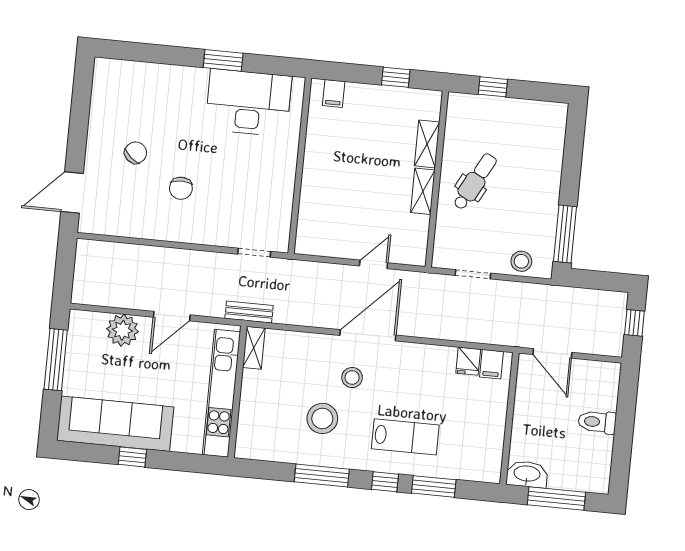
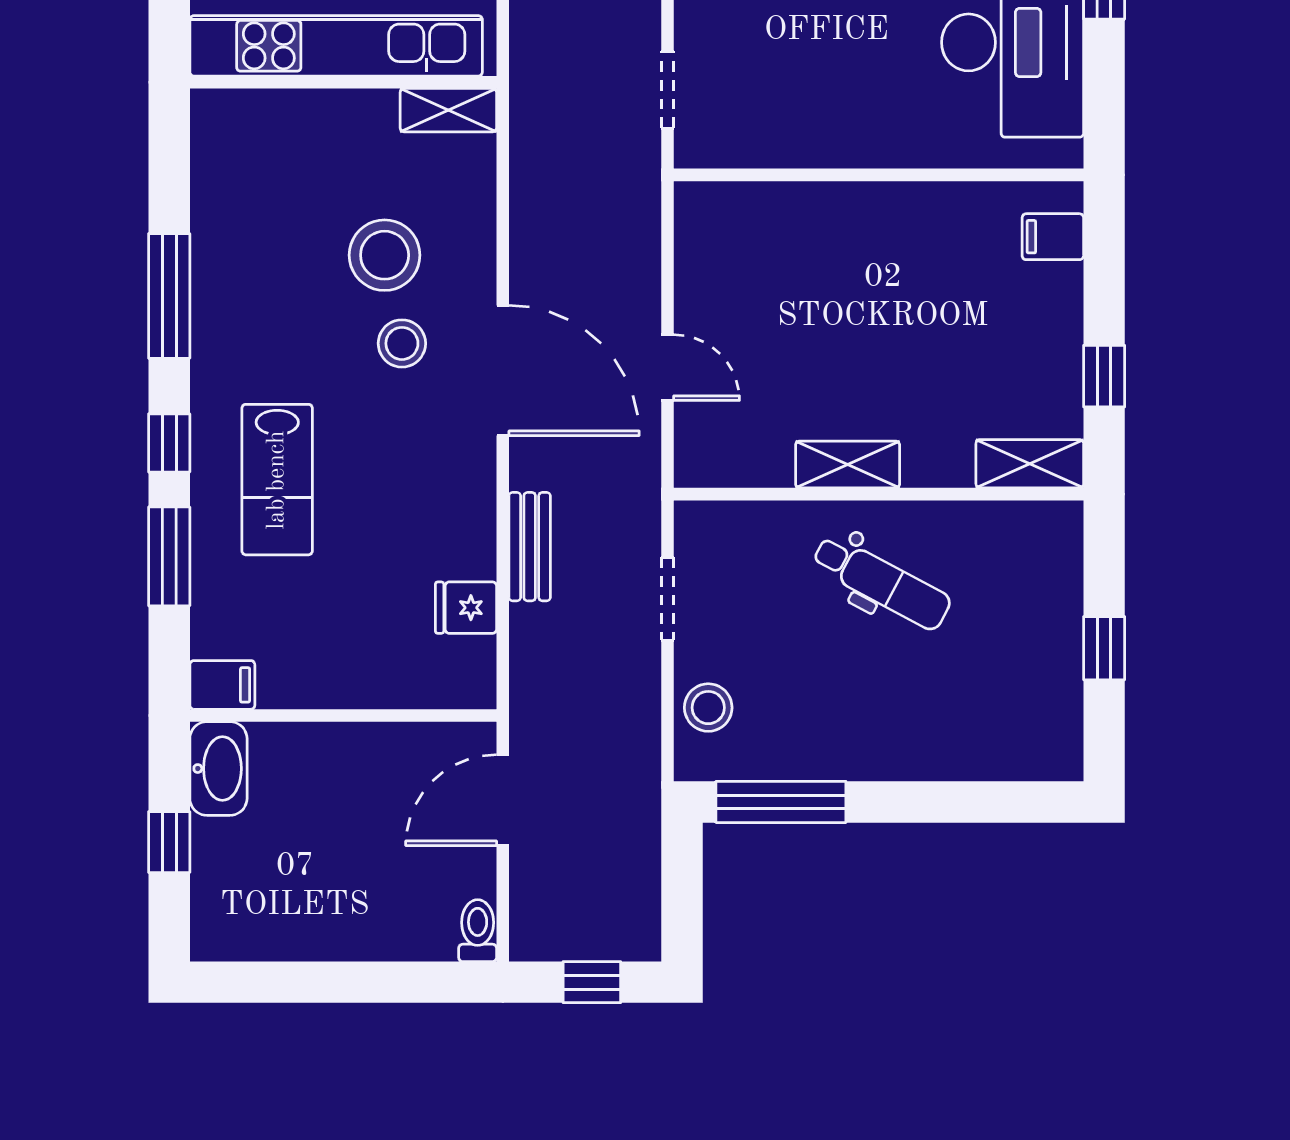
window: (493, 87) -> (1104, 648), moved
shelving: (427, 144) -> (1030, 464), moved
bench: (249, 312) -> (530, 547), moved
filing cabinet: (491, 364) -> (222, 685), moved, turned 180
stool: (322, 418) -> (385, 255), moved
toilet: (597, 422) -> (478, 931), moved, width x0.73, depth x0.72
window: (556, 498) -> (169, 842), width x0.46

